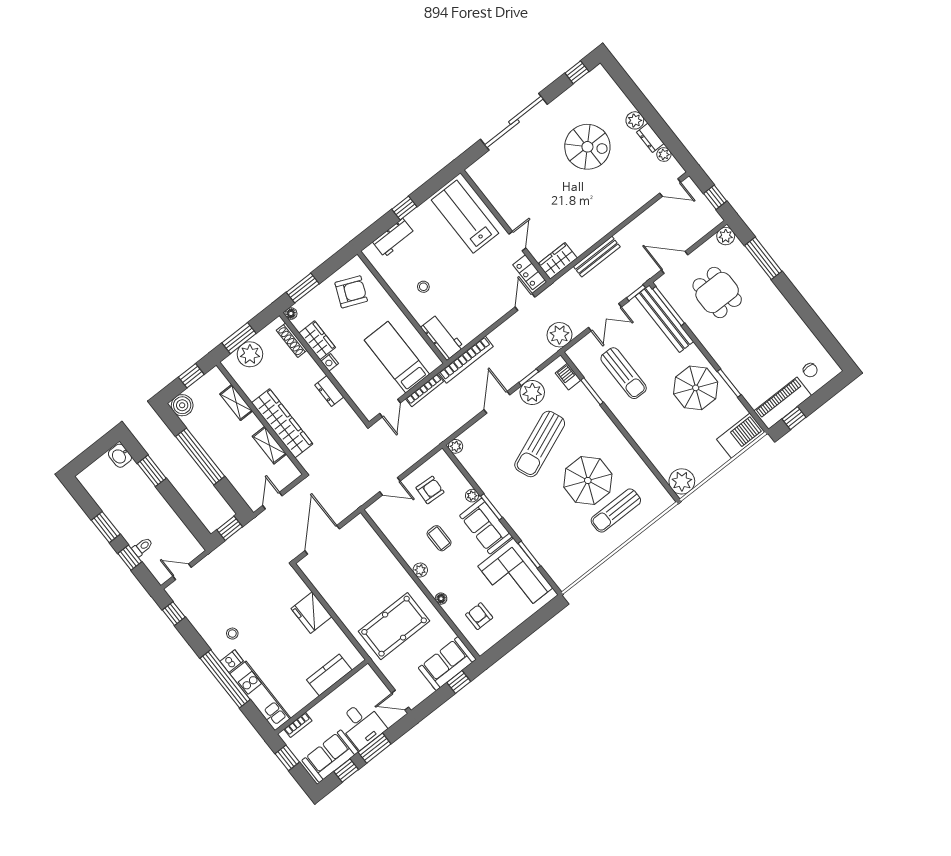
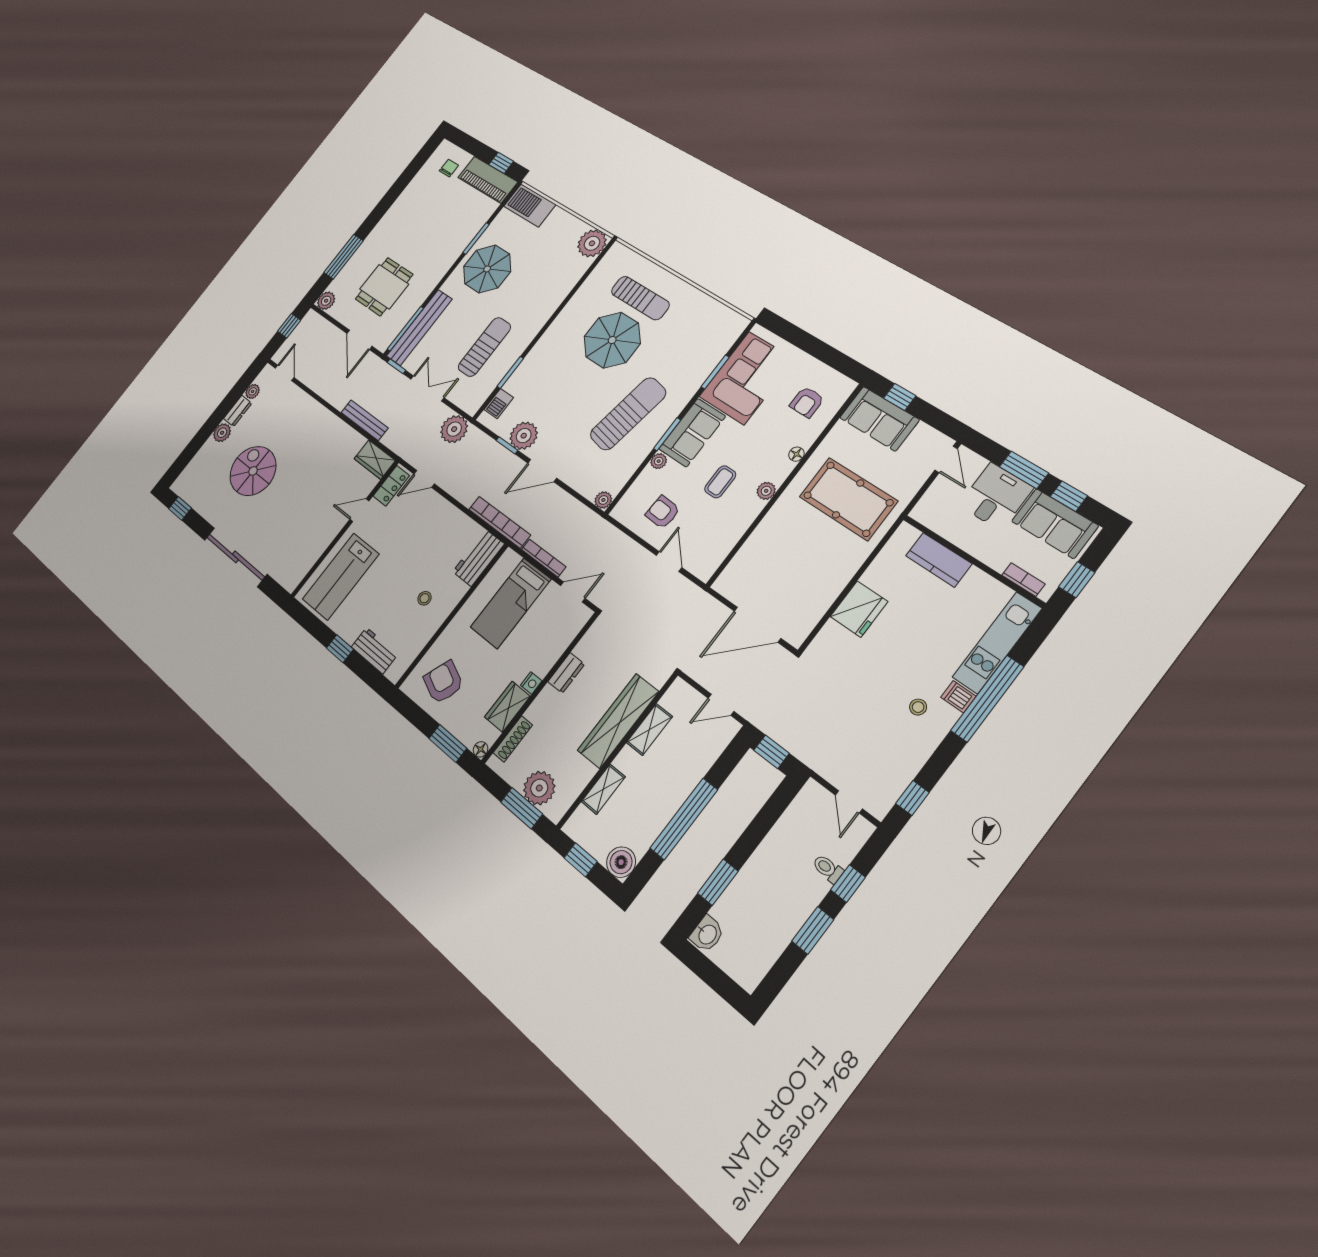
sun lounger: (540, 444) -> (628, 414), moved, turned -58

